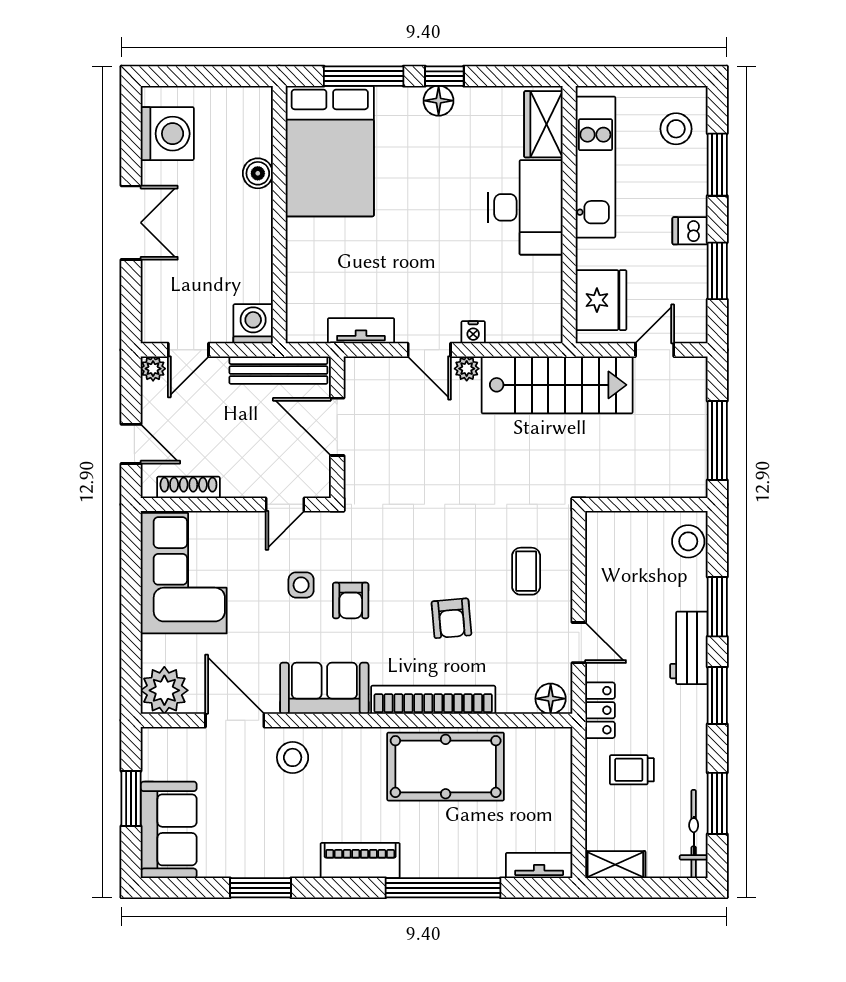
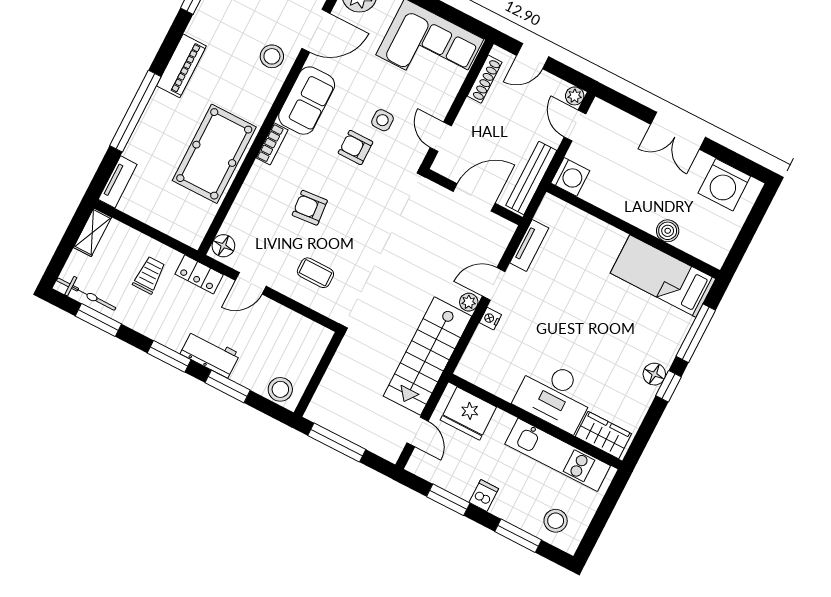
bed: (330, 151) -> (663, 276), width x0.67
bookcase: (433, 700) -> (272, 144), width x0.43, depth x0.76

